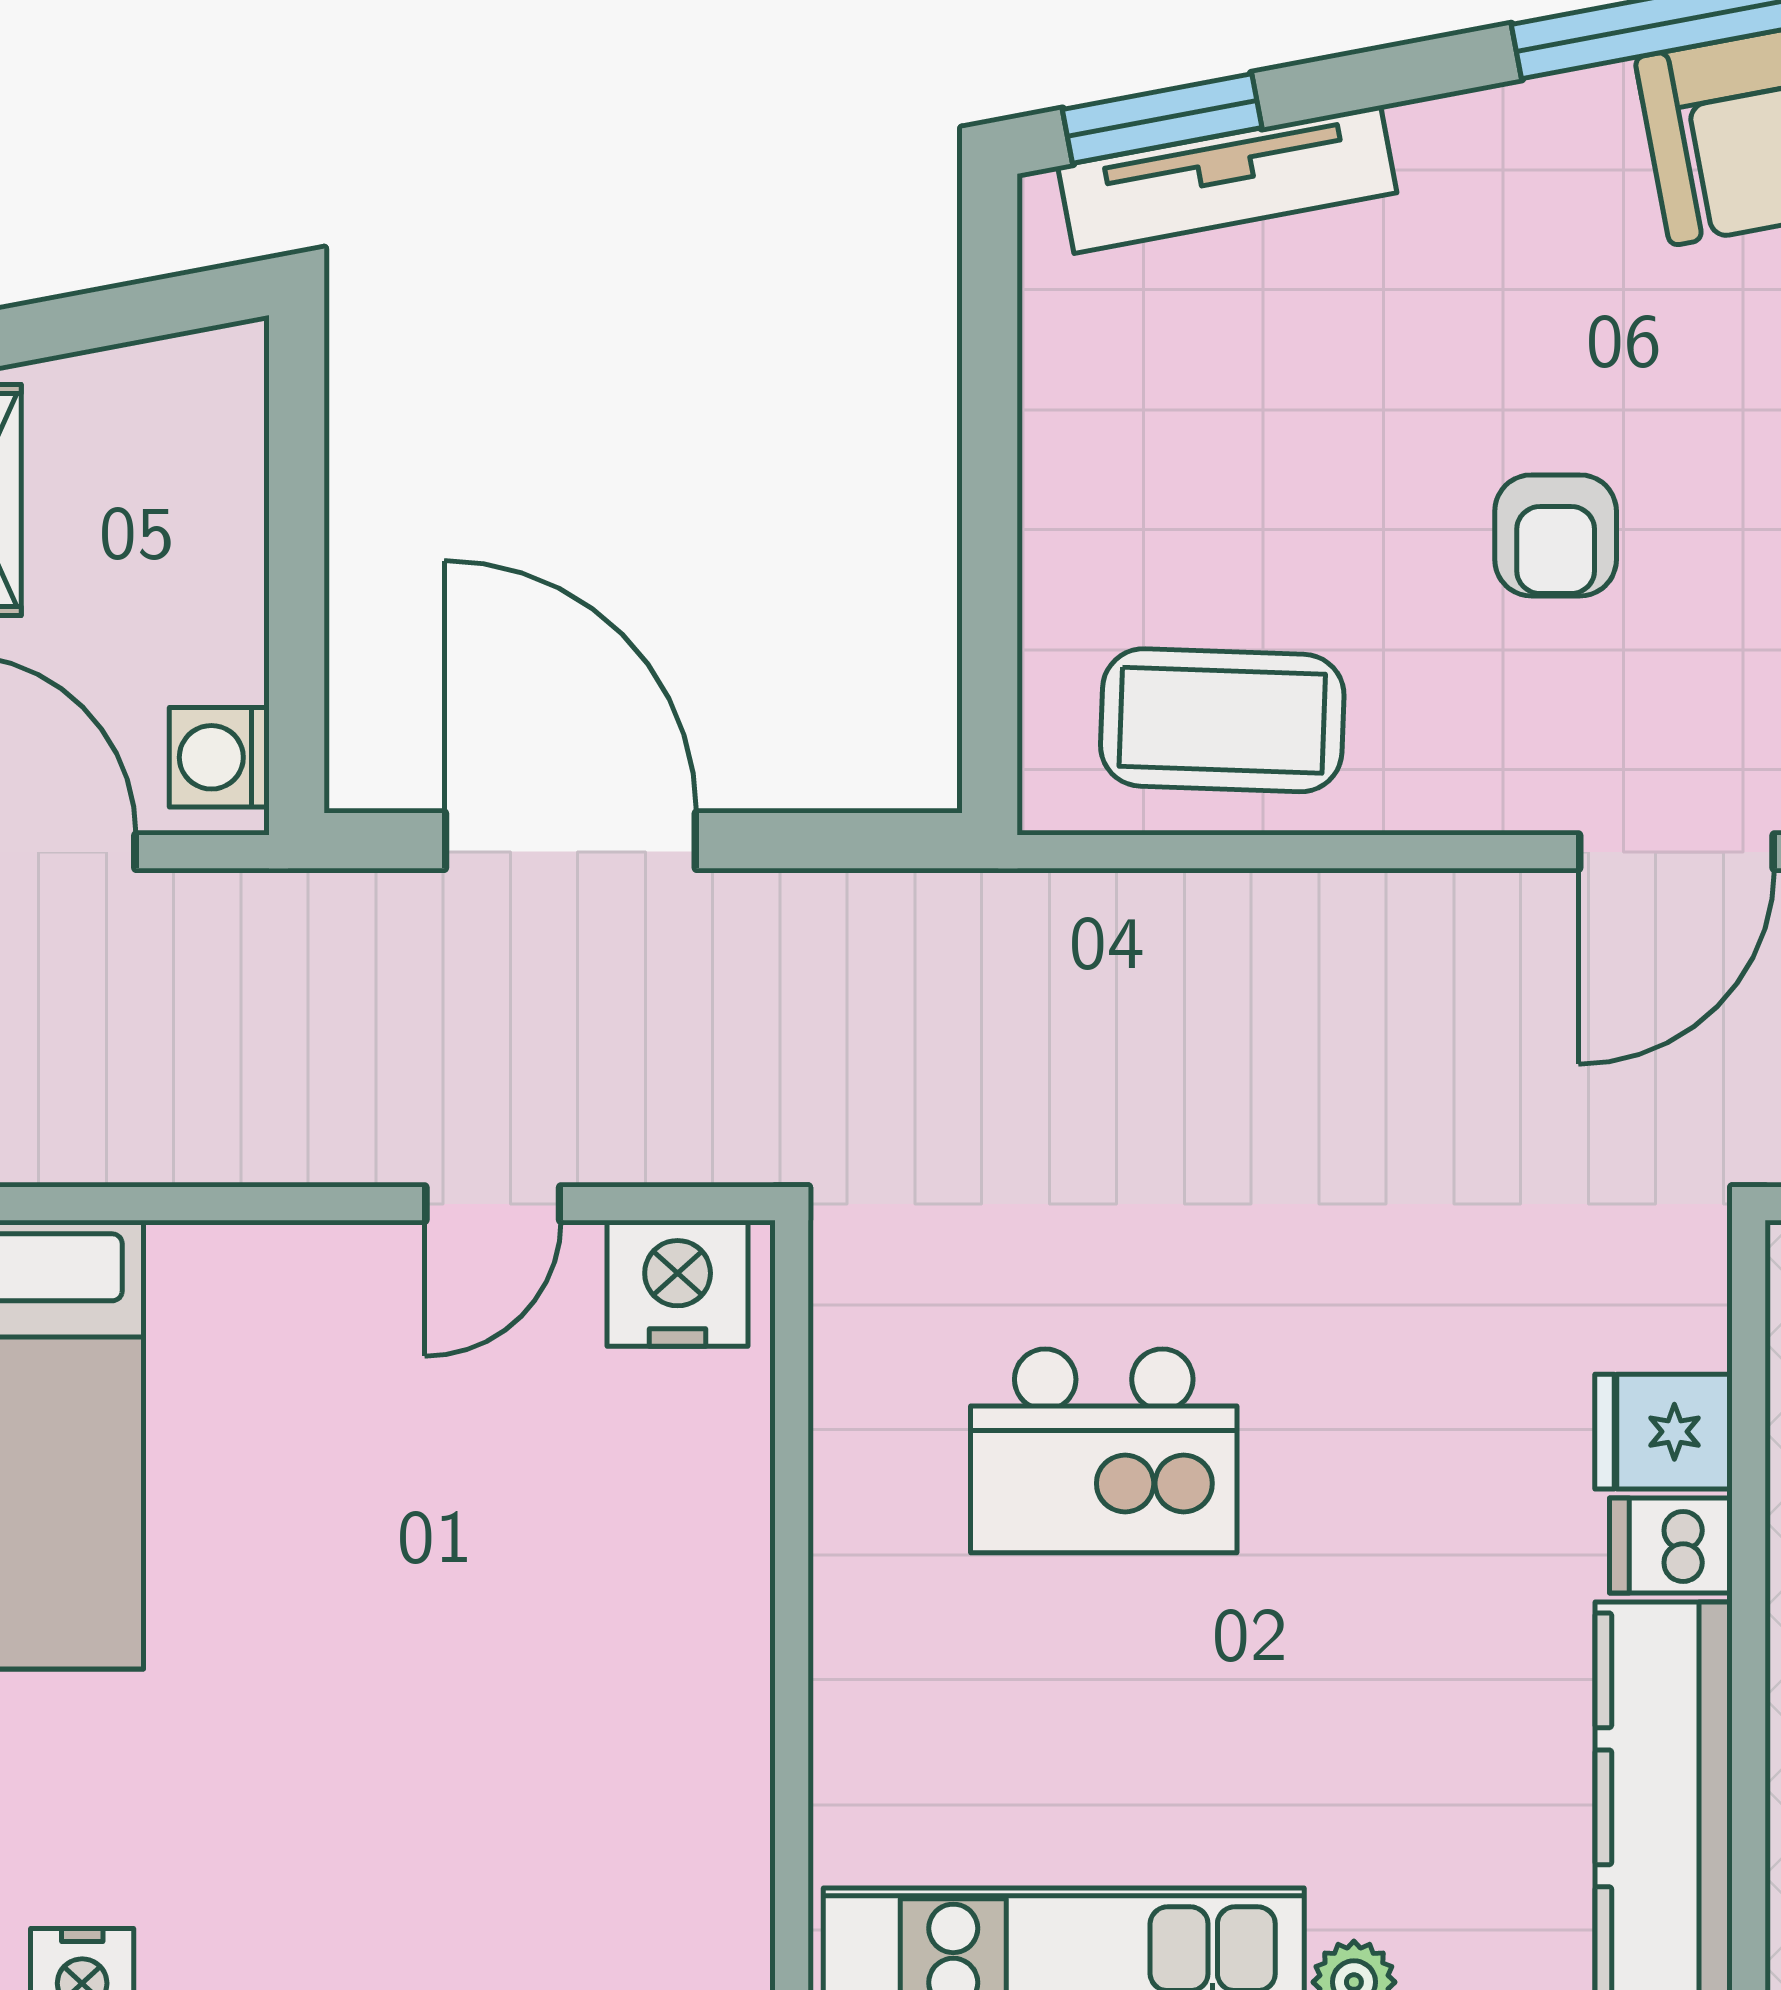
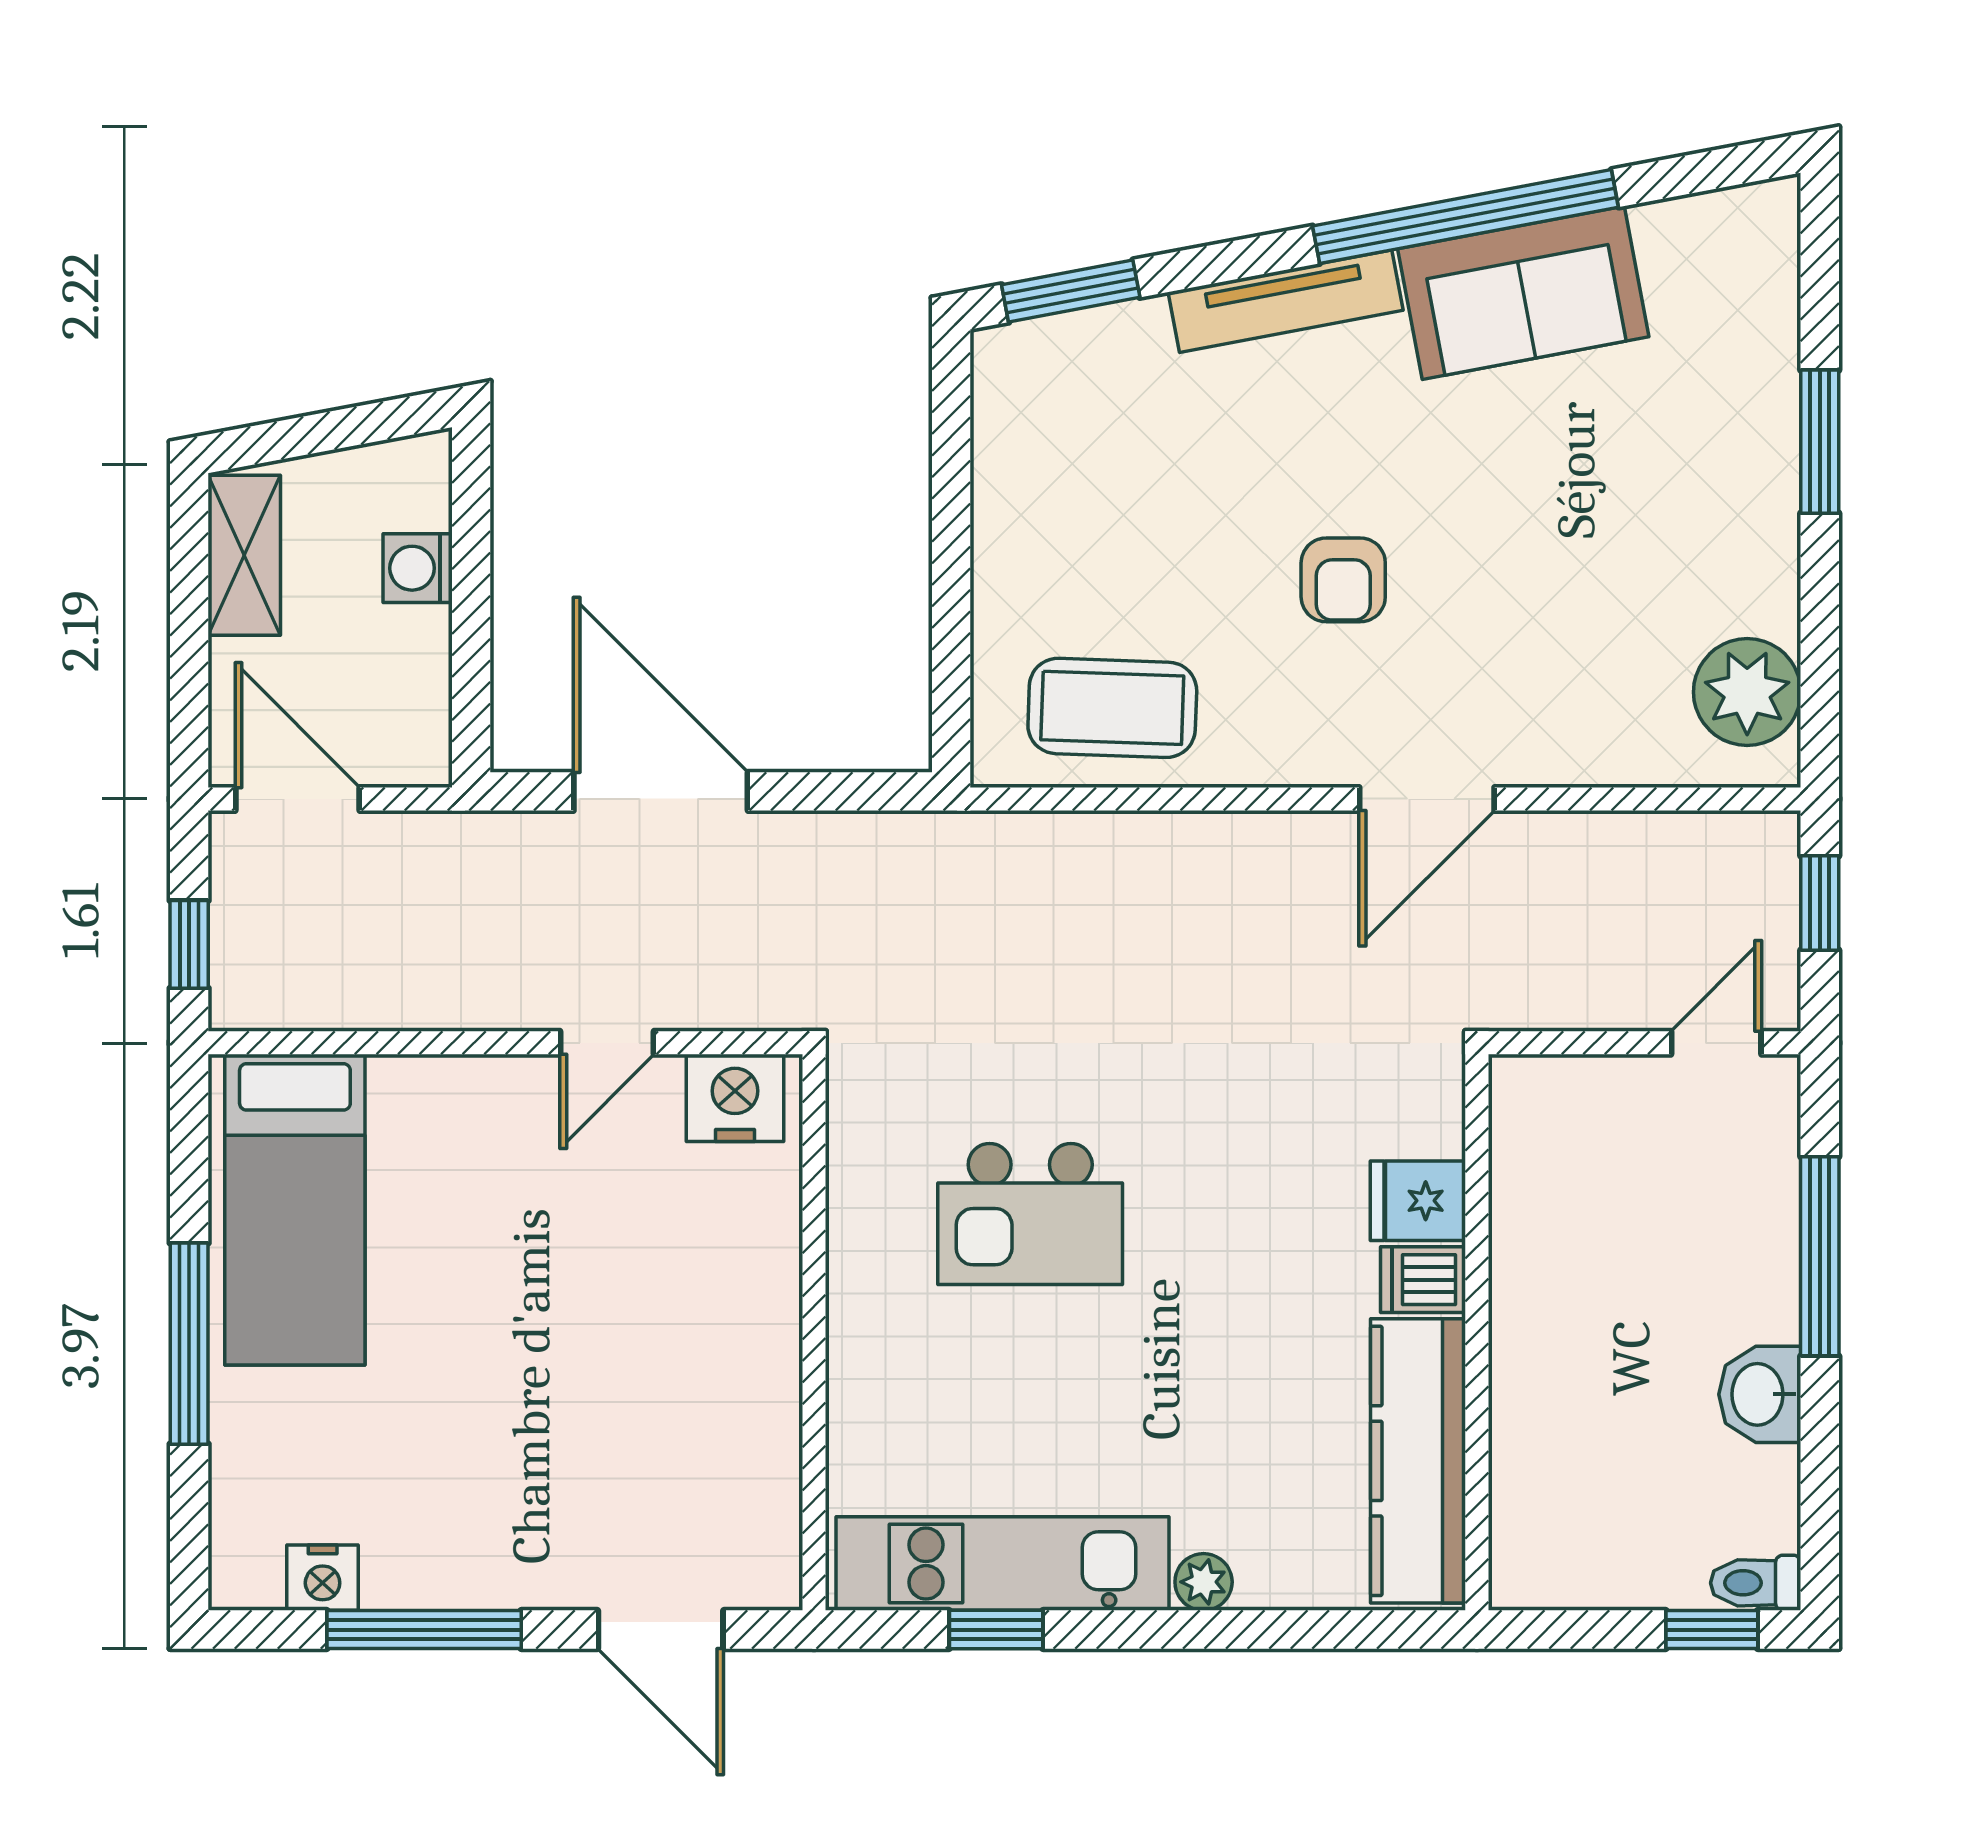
tv unit: (1227, 180) -> (1286, 301), moved
washing machine: (219, 757) -> (418, 568), moved

